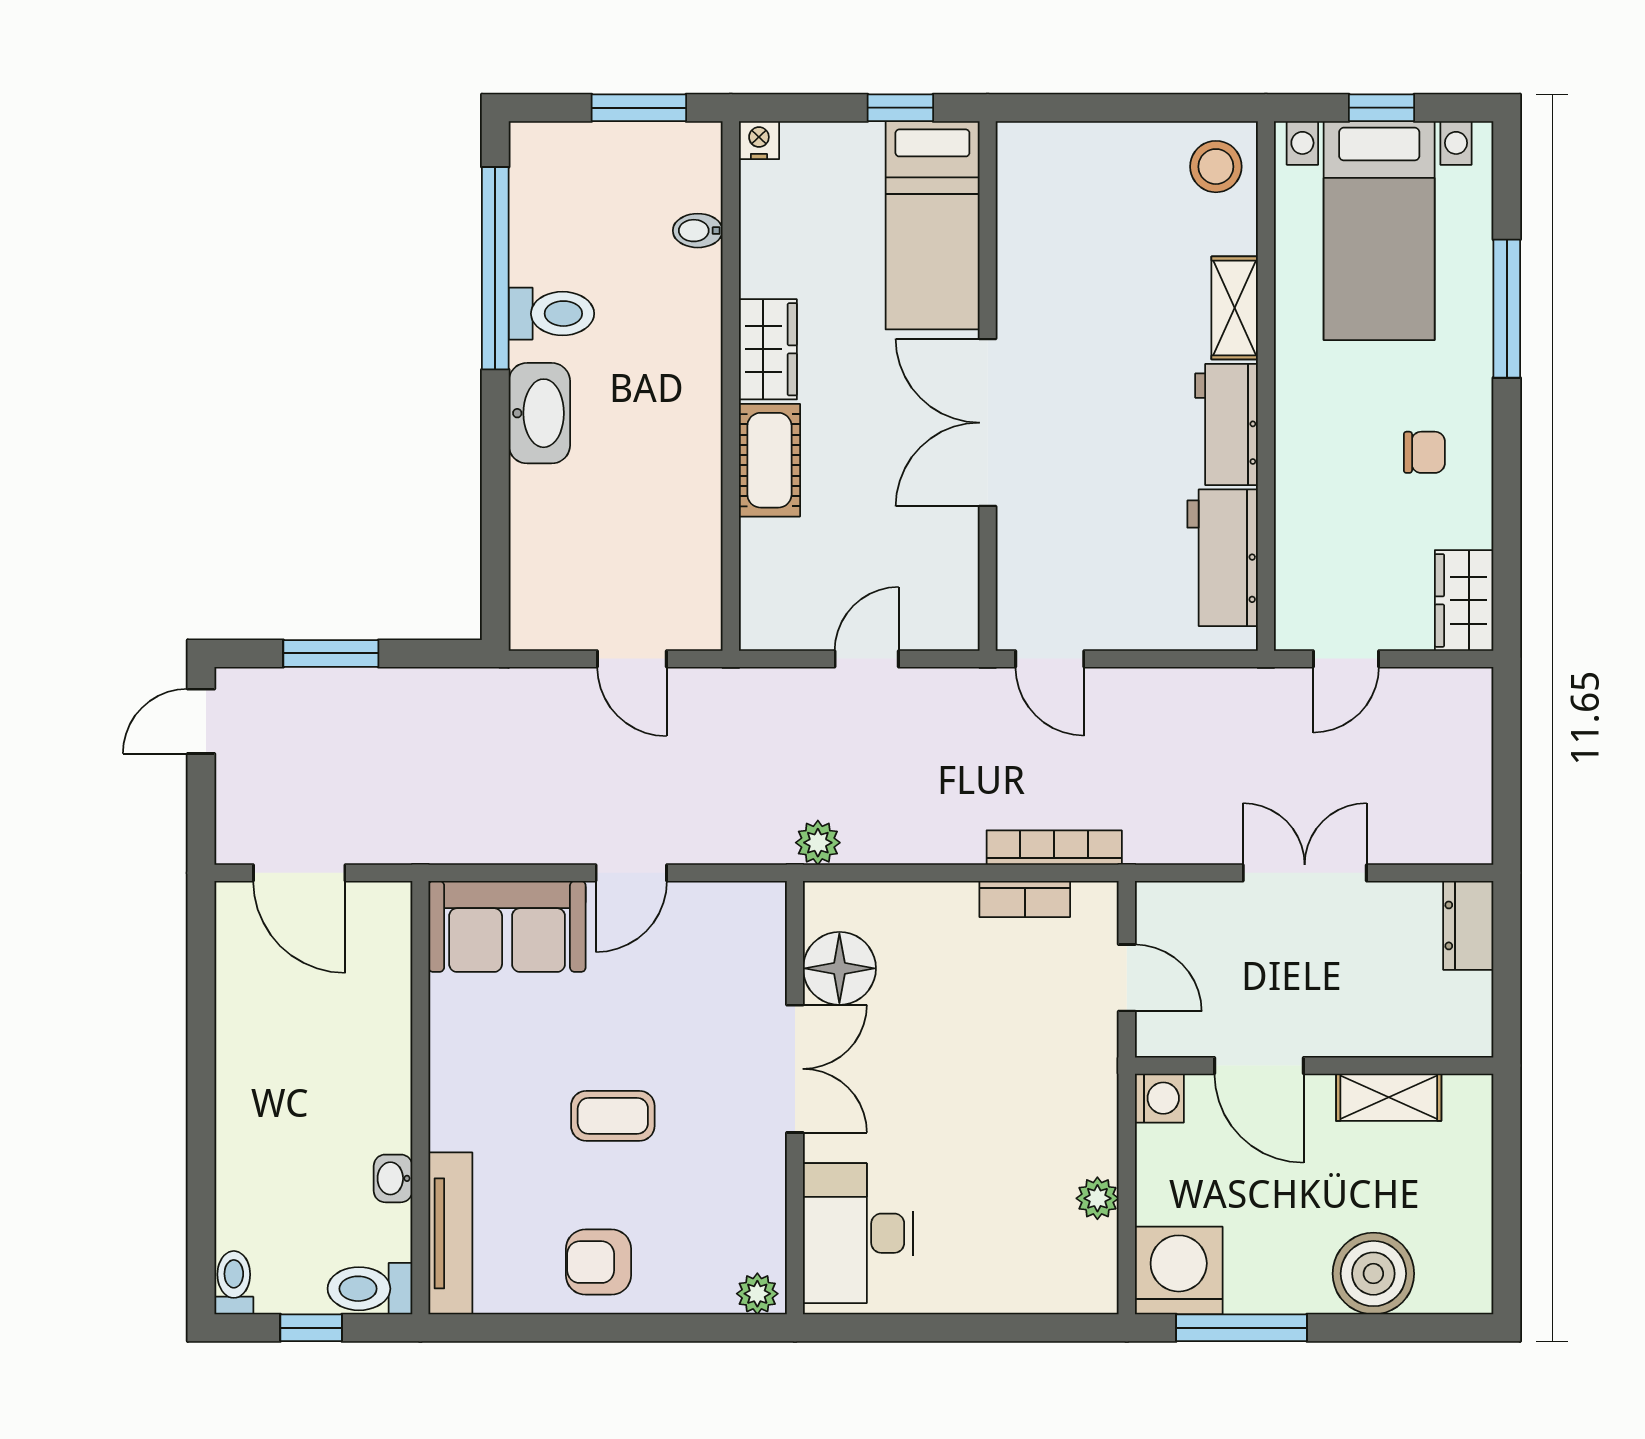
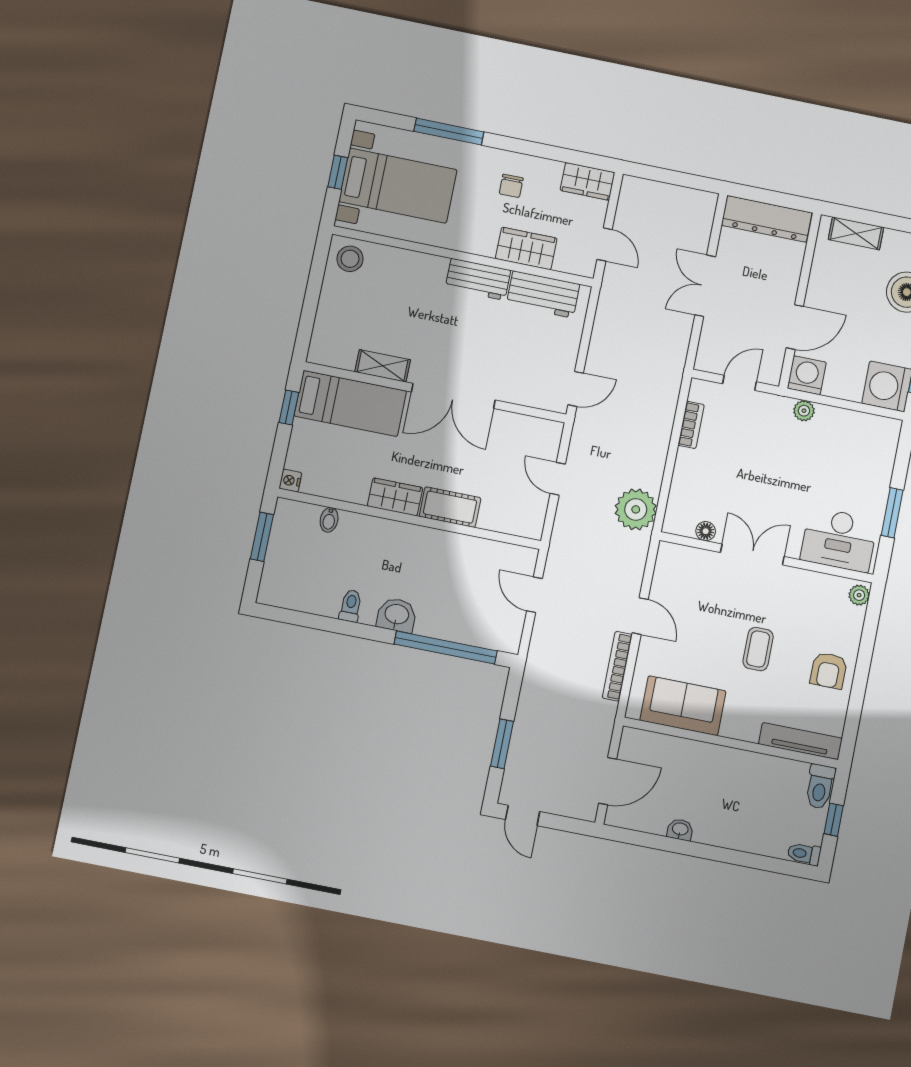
window: (495, 268) -> (446, 648), moved
shelving: (1235, 308) -> (383, 366), moved
toilet: (551, 314) -> (351, 606), width x0.73, depth x0.72
washbasin: (539, 413) -> (397, 615), width x0.72
chair: (1424, 452) -> (511, 186), turned 180
wardrobe: (1307, 507) -> (526, 248), added
door: (632, 659) -> (535, 595), swing flipped
plant: (818, 843) -> (636, 509), width x1.87, depth x1.87
bookcase: (1054, 848) -> (617, 666), moved
dresser: (1468, 925) -> (767, 219), width x1.96, depth x1.24
sofa: (507, 926) -> (683, 706), moved, turned -90
floor lamp: (839, 968) -> (706, 531), width x0.53, depth x0.53
shelving: (1389, 1097) -> (856, 233), moved, turned 90
washing machine: (1159, 1098) -> (807, 375), width x1.38, depth x1.38
washbasin: (393, 1178) -> (680, 830), moved, turned 180
plant: (1097, 1198) -> (804, 411), moved
window: (932, 1328) -> (892, 513), added

